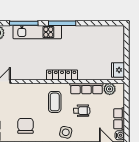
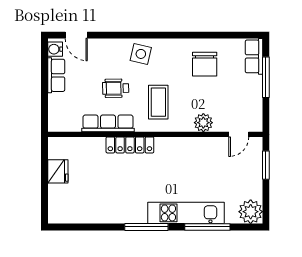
fridge: (118, 70) -> (58, 171), moved
locker: (62, 75) -> (130, 145), moved
plant: (110, 89) -> (203, 123), moved

